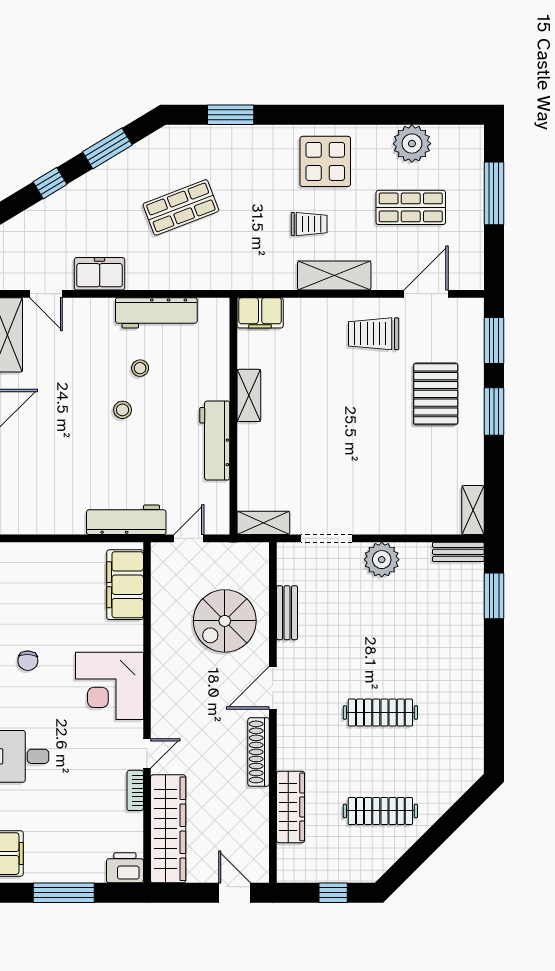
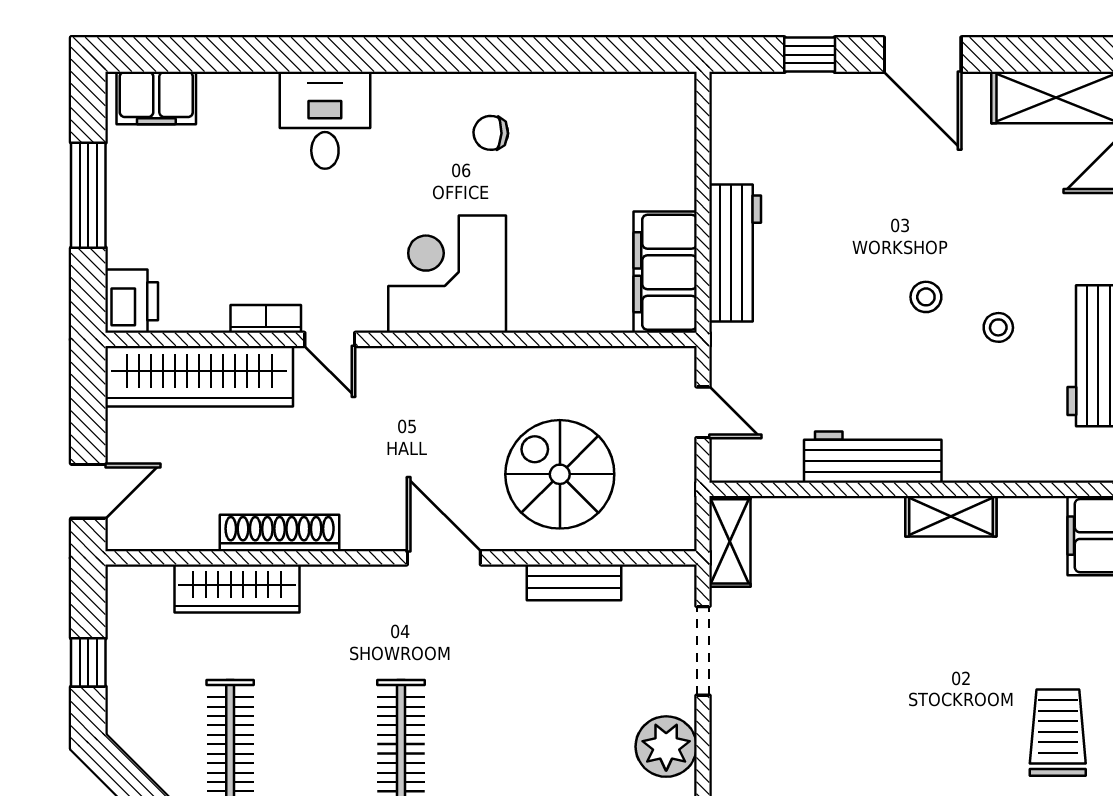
workbench: (126, 520) -> (735, 253), moved
filing cabinet: (125, 585) -> (665, 272), moved, turned -90
shoe rack: (259, 752) -> (280, 533), moved

